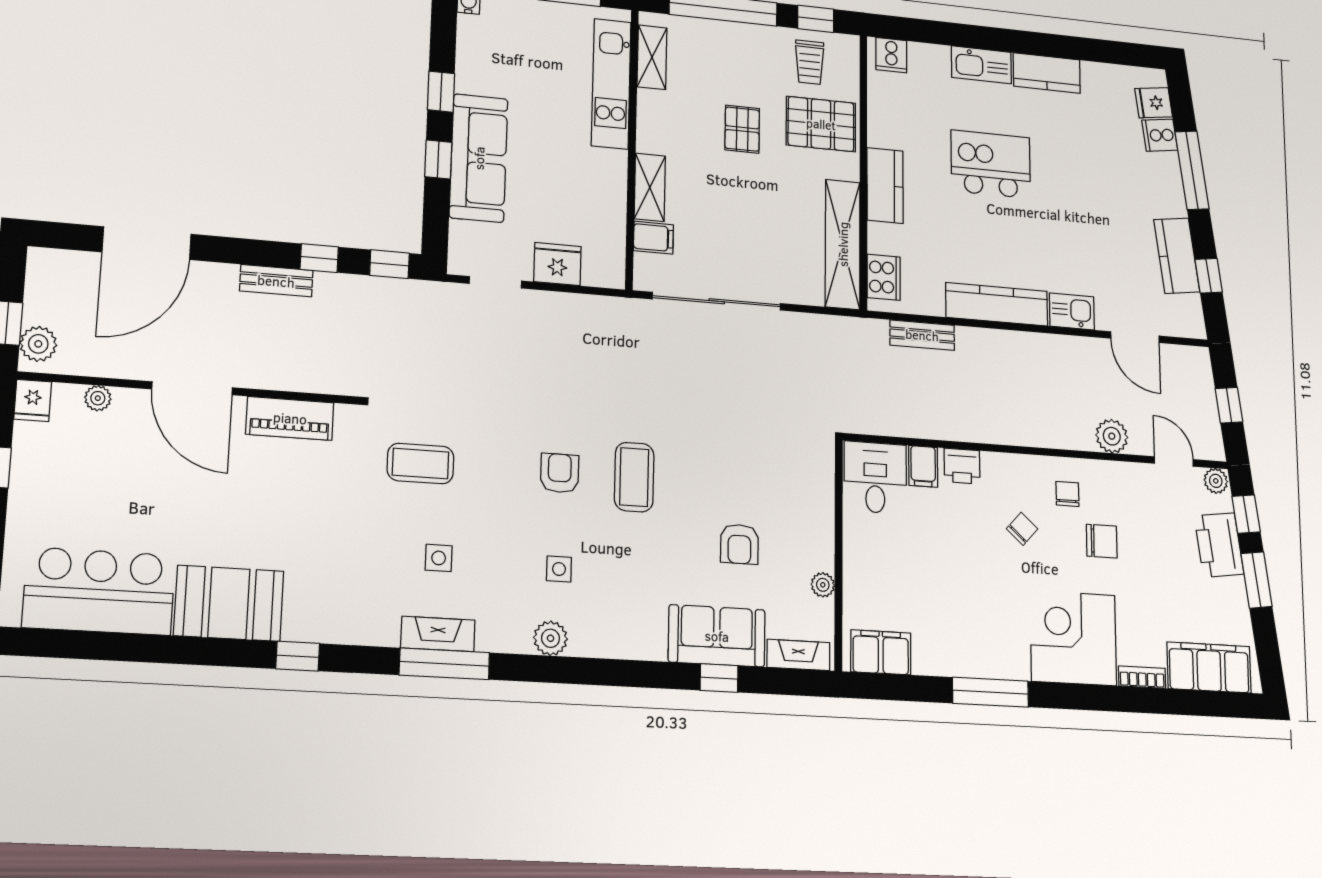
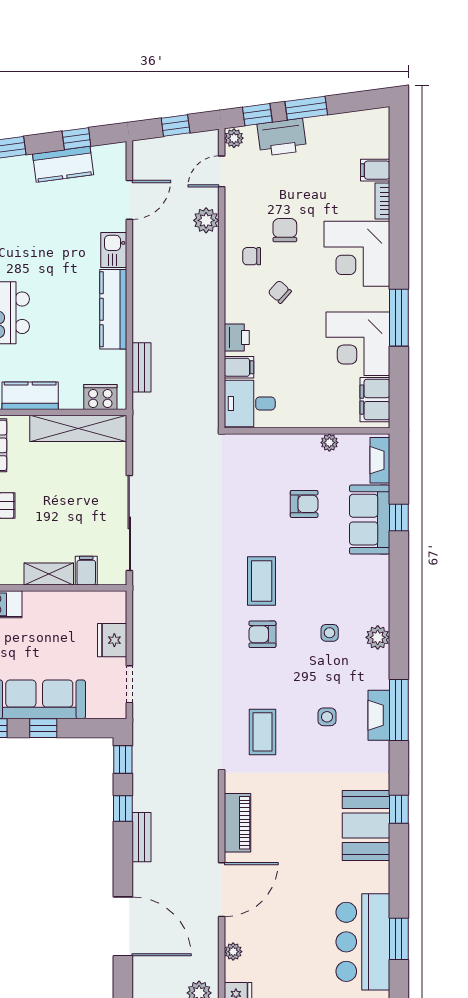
coffee table: (634, 477) -> (262, 581), turned 90
booth: (229, 603) -> (366, 825), moved
corner desk: (955, 633) -> (358, 344), added
window: (100, 646) -> (399, 939), added
filing cabinet: (1209, 667) -> (375, 170), width x0.33, depth x0.86

